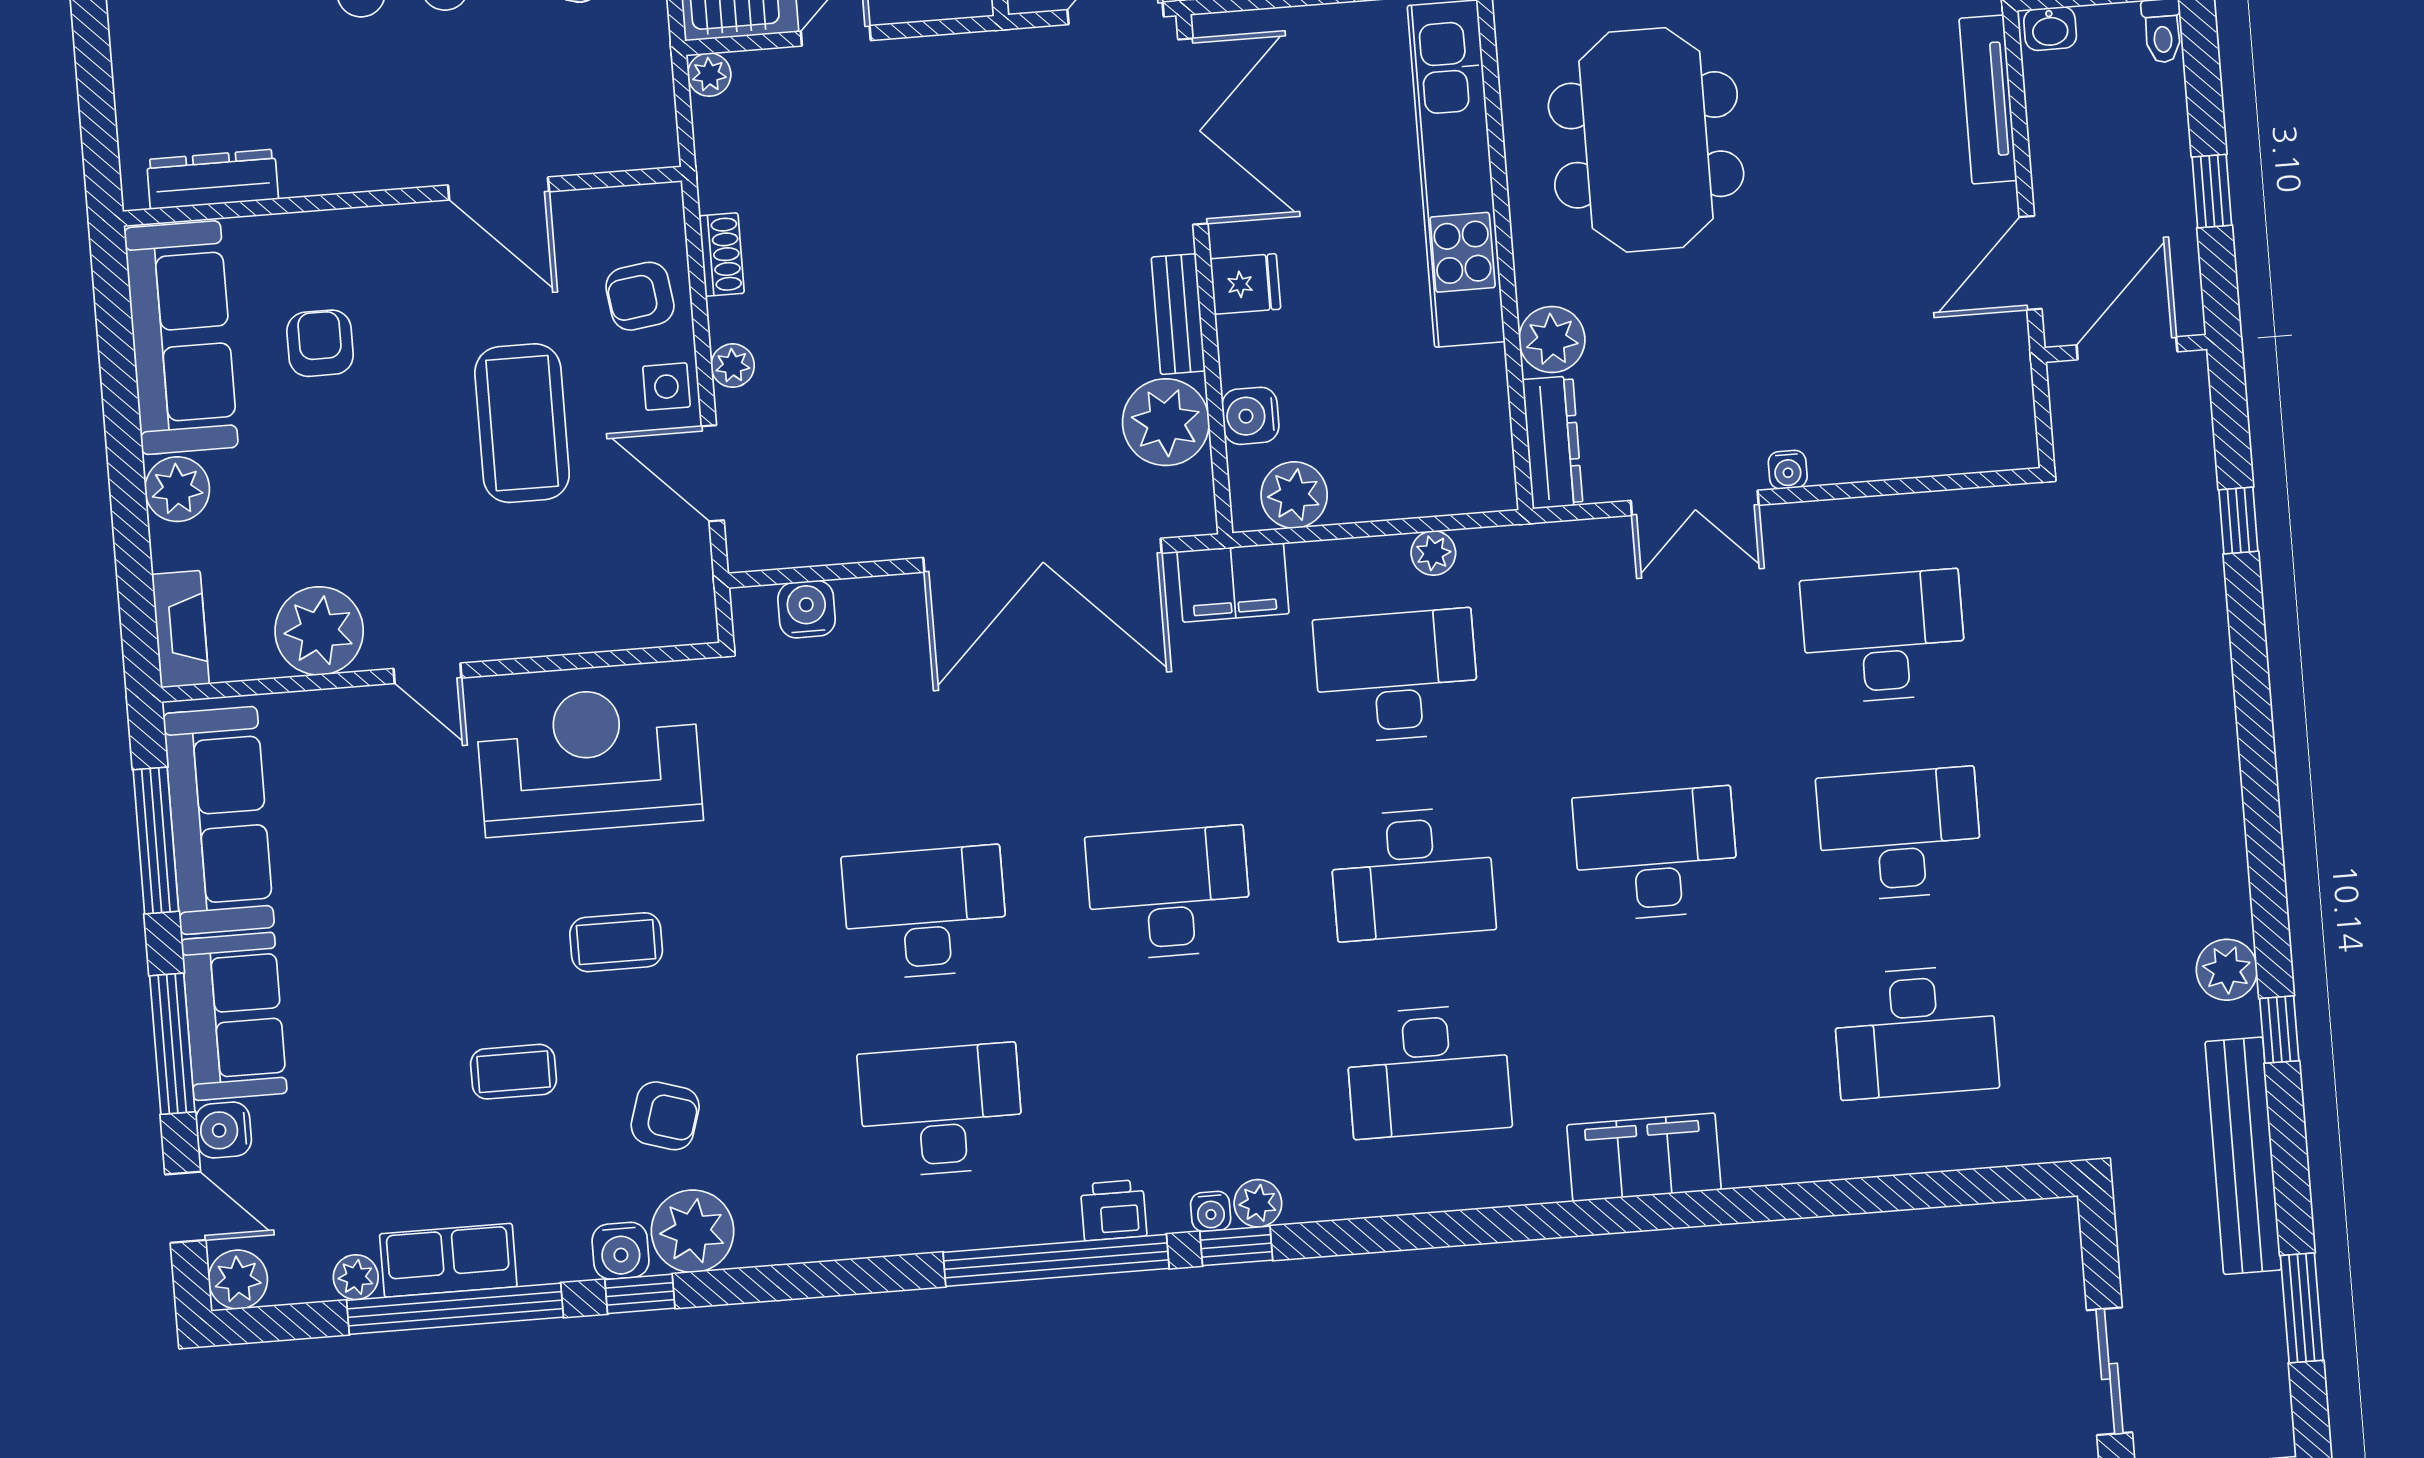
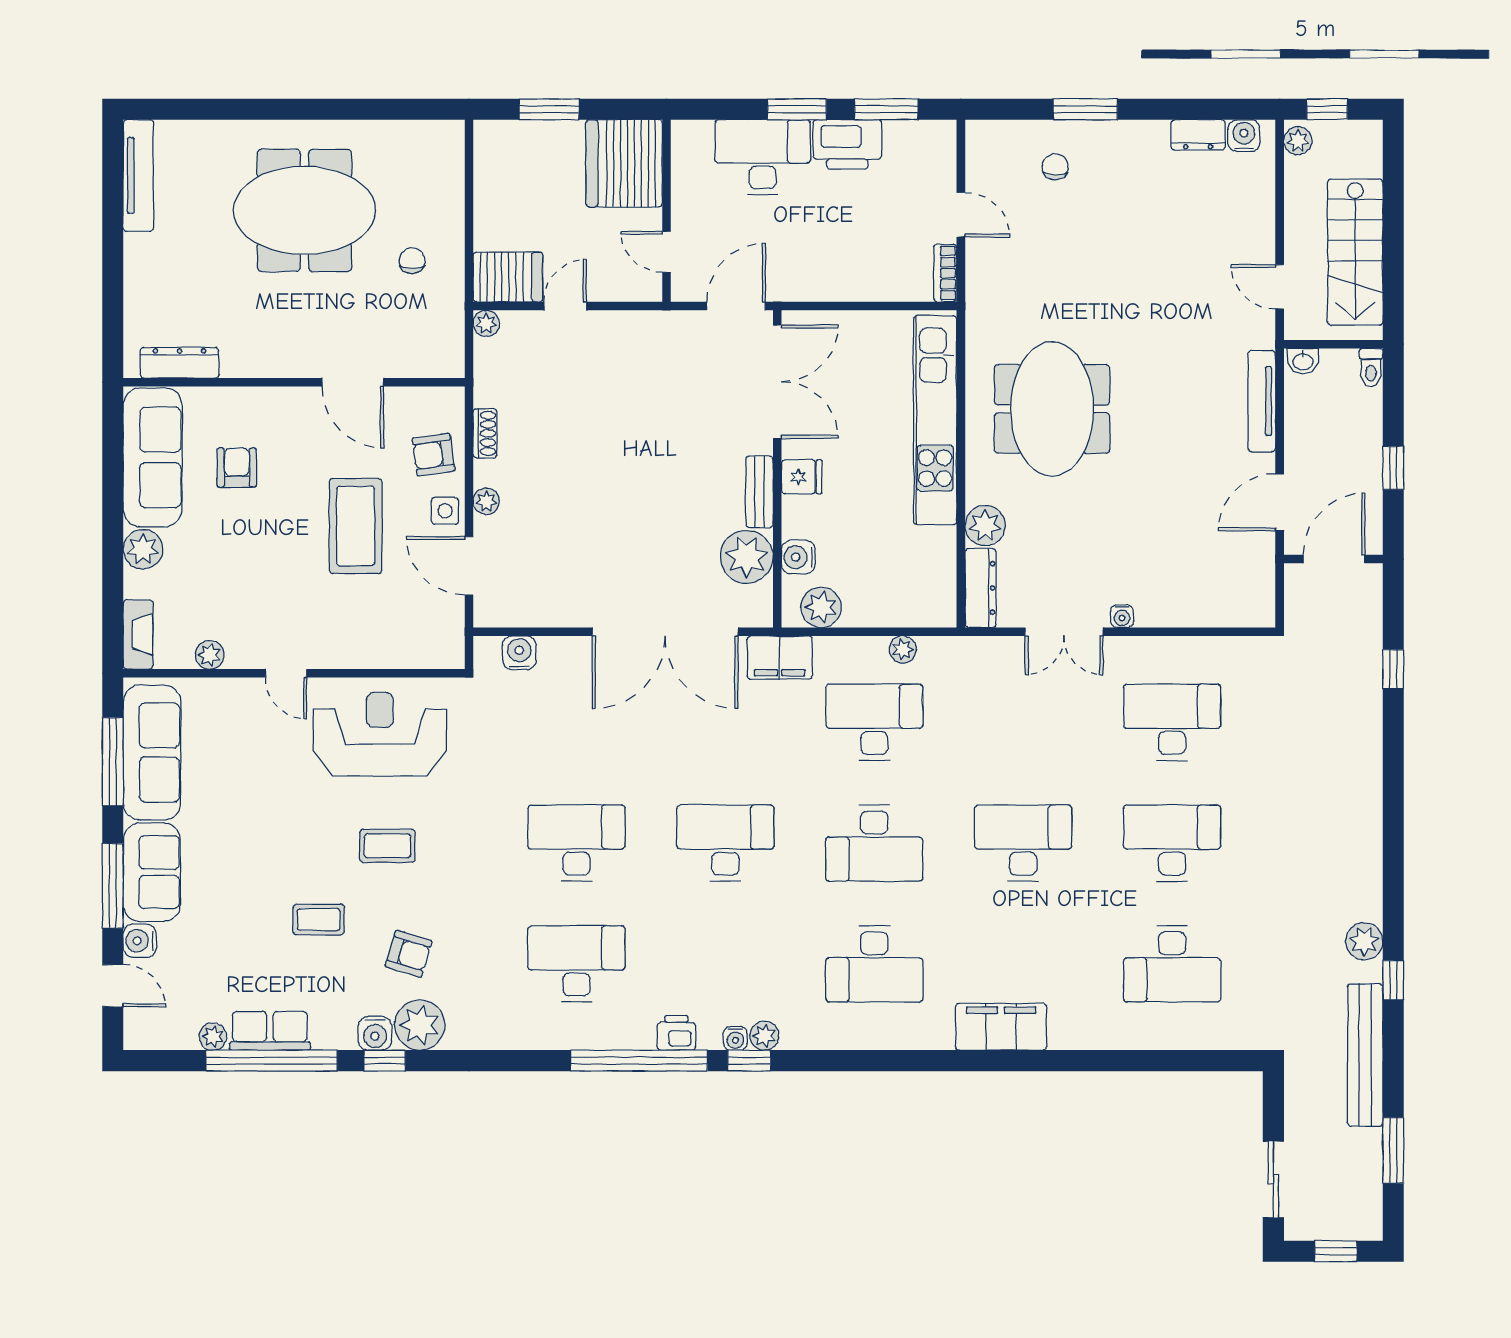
plant: (319, 631) -> (210, 655), width x0.53, depth x0.53
plant: (238, 1280) -> (141, 1032), removed

